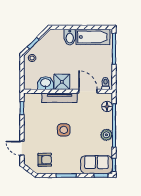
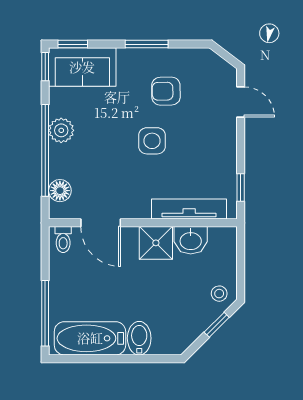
tv unit: (60, 98) -> (189, 209), moved
armchair: (45, 160) -> (166, 91), moved

